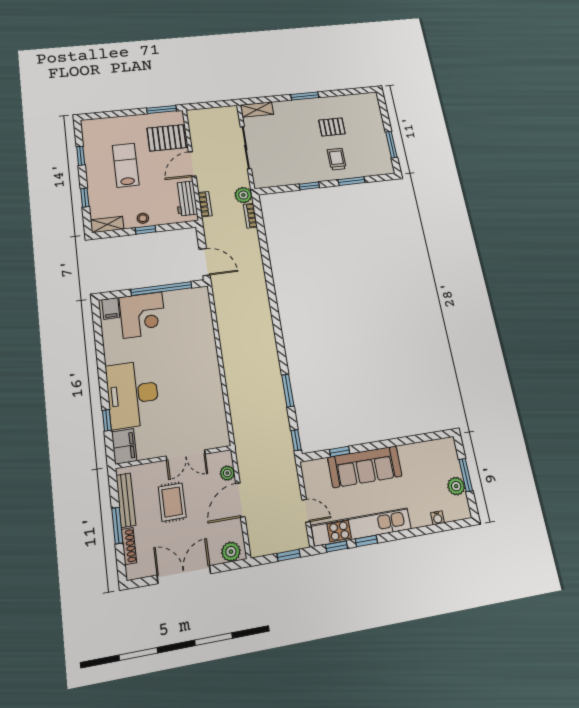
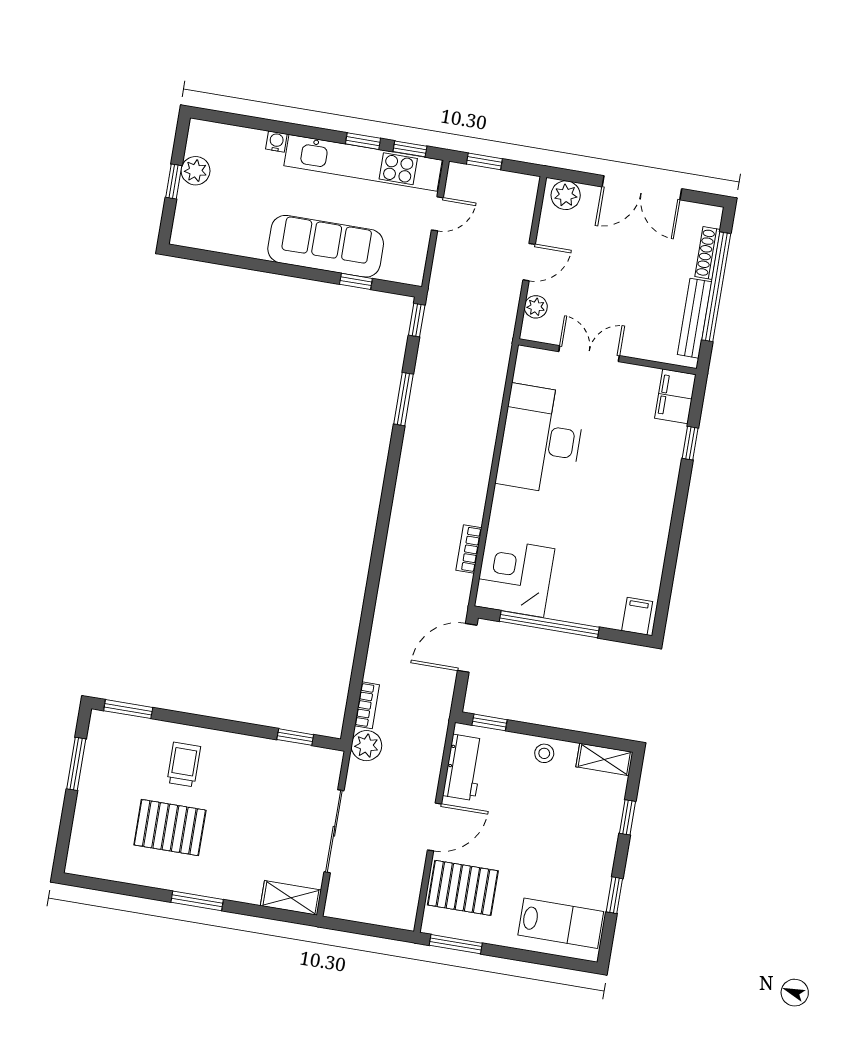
pallet: (332, 127) -> (170, 828), width x1.50, depth x1.42
trolley: (337, 159) -> (184, 765), turned 180
lab bench: (126, 165) -> (561, 923), moved, turned -90
window: (352, 181) -> (128, 709), moved
window: (309, 186) -> (295, 737), moved
bookcase: (205, 204) -> (469, 549), moved
window: (146, 230) -> (490, 722), moved
door: (205, 262) -> (467, 648), hinge flipped
corner desk: (143, 315) -> (515, 577), moved
desk: (133, 394) -> (541, 439), moved, turned 180
window: (466, 475) -> (174, 182), width x0.67
door: (240, 500) -> (529, 262), width x0.73
rug: (172, 502) -> (629, 293), removed
door: (306, 511) -> (437, 214), swing flipped
water cooler: (438, 518) -> (276, 142), moved
window: (117, 526) -> (716, 287), width x2.11

